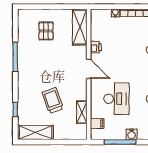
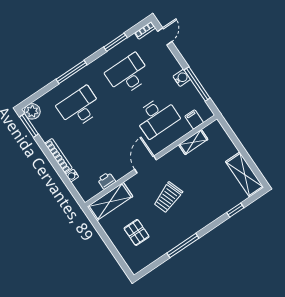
pallet: (46, 31) -> (137, 232), turned 90
printer: (96, 47) -> (106, 181), moved
desk: (116, 99) -> (157, 117), turned 180
trolley: (53, 100) -> (168, 197), moved

